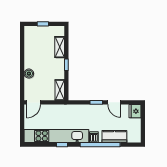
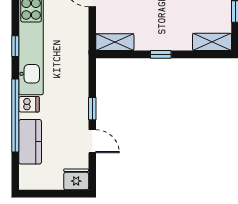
shelving: (60, 47) -> (212, 42), moved
door: (114, 102) -> (92, 141), swing flipped

